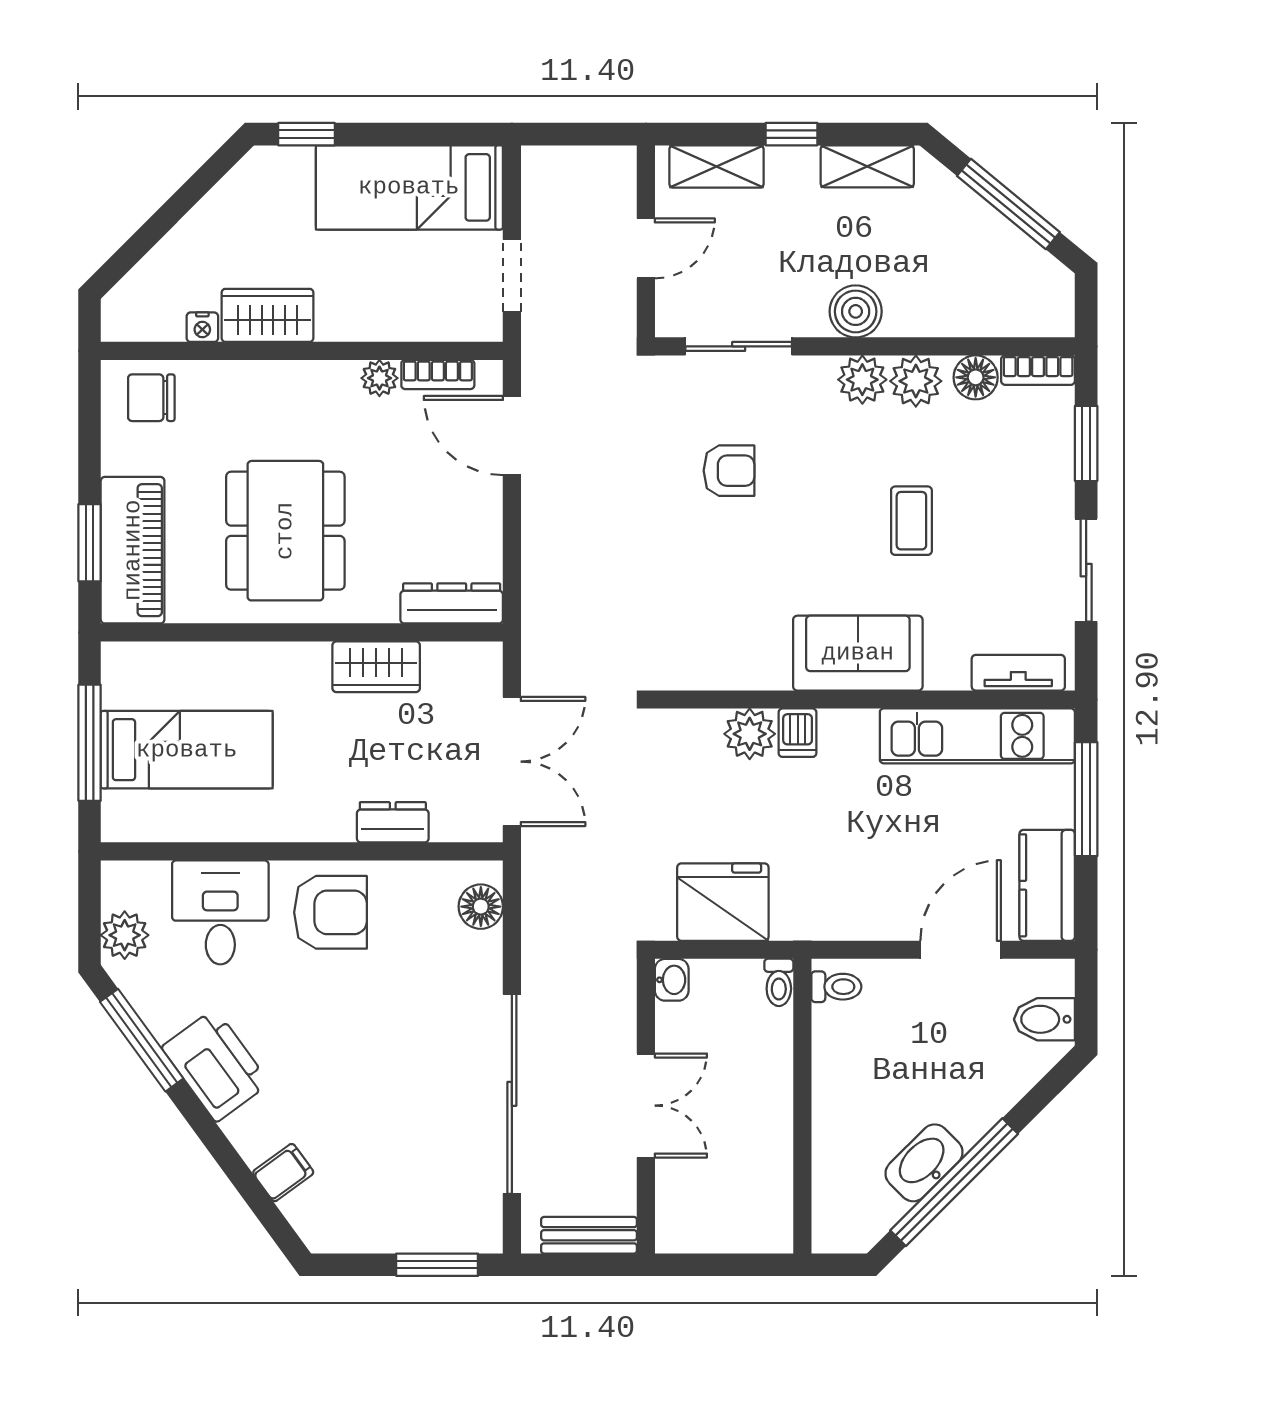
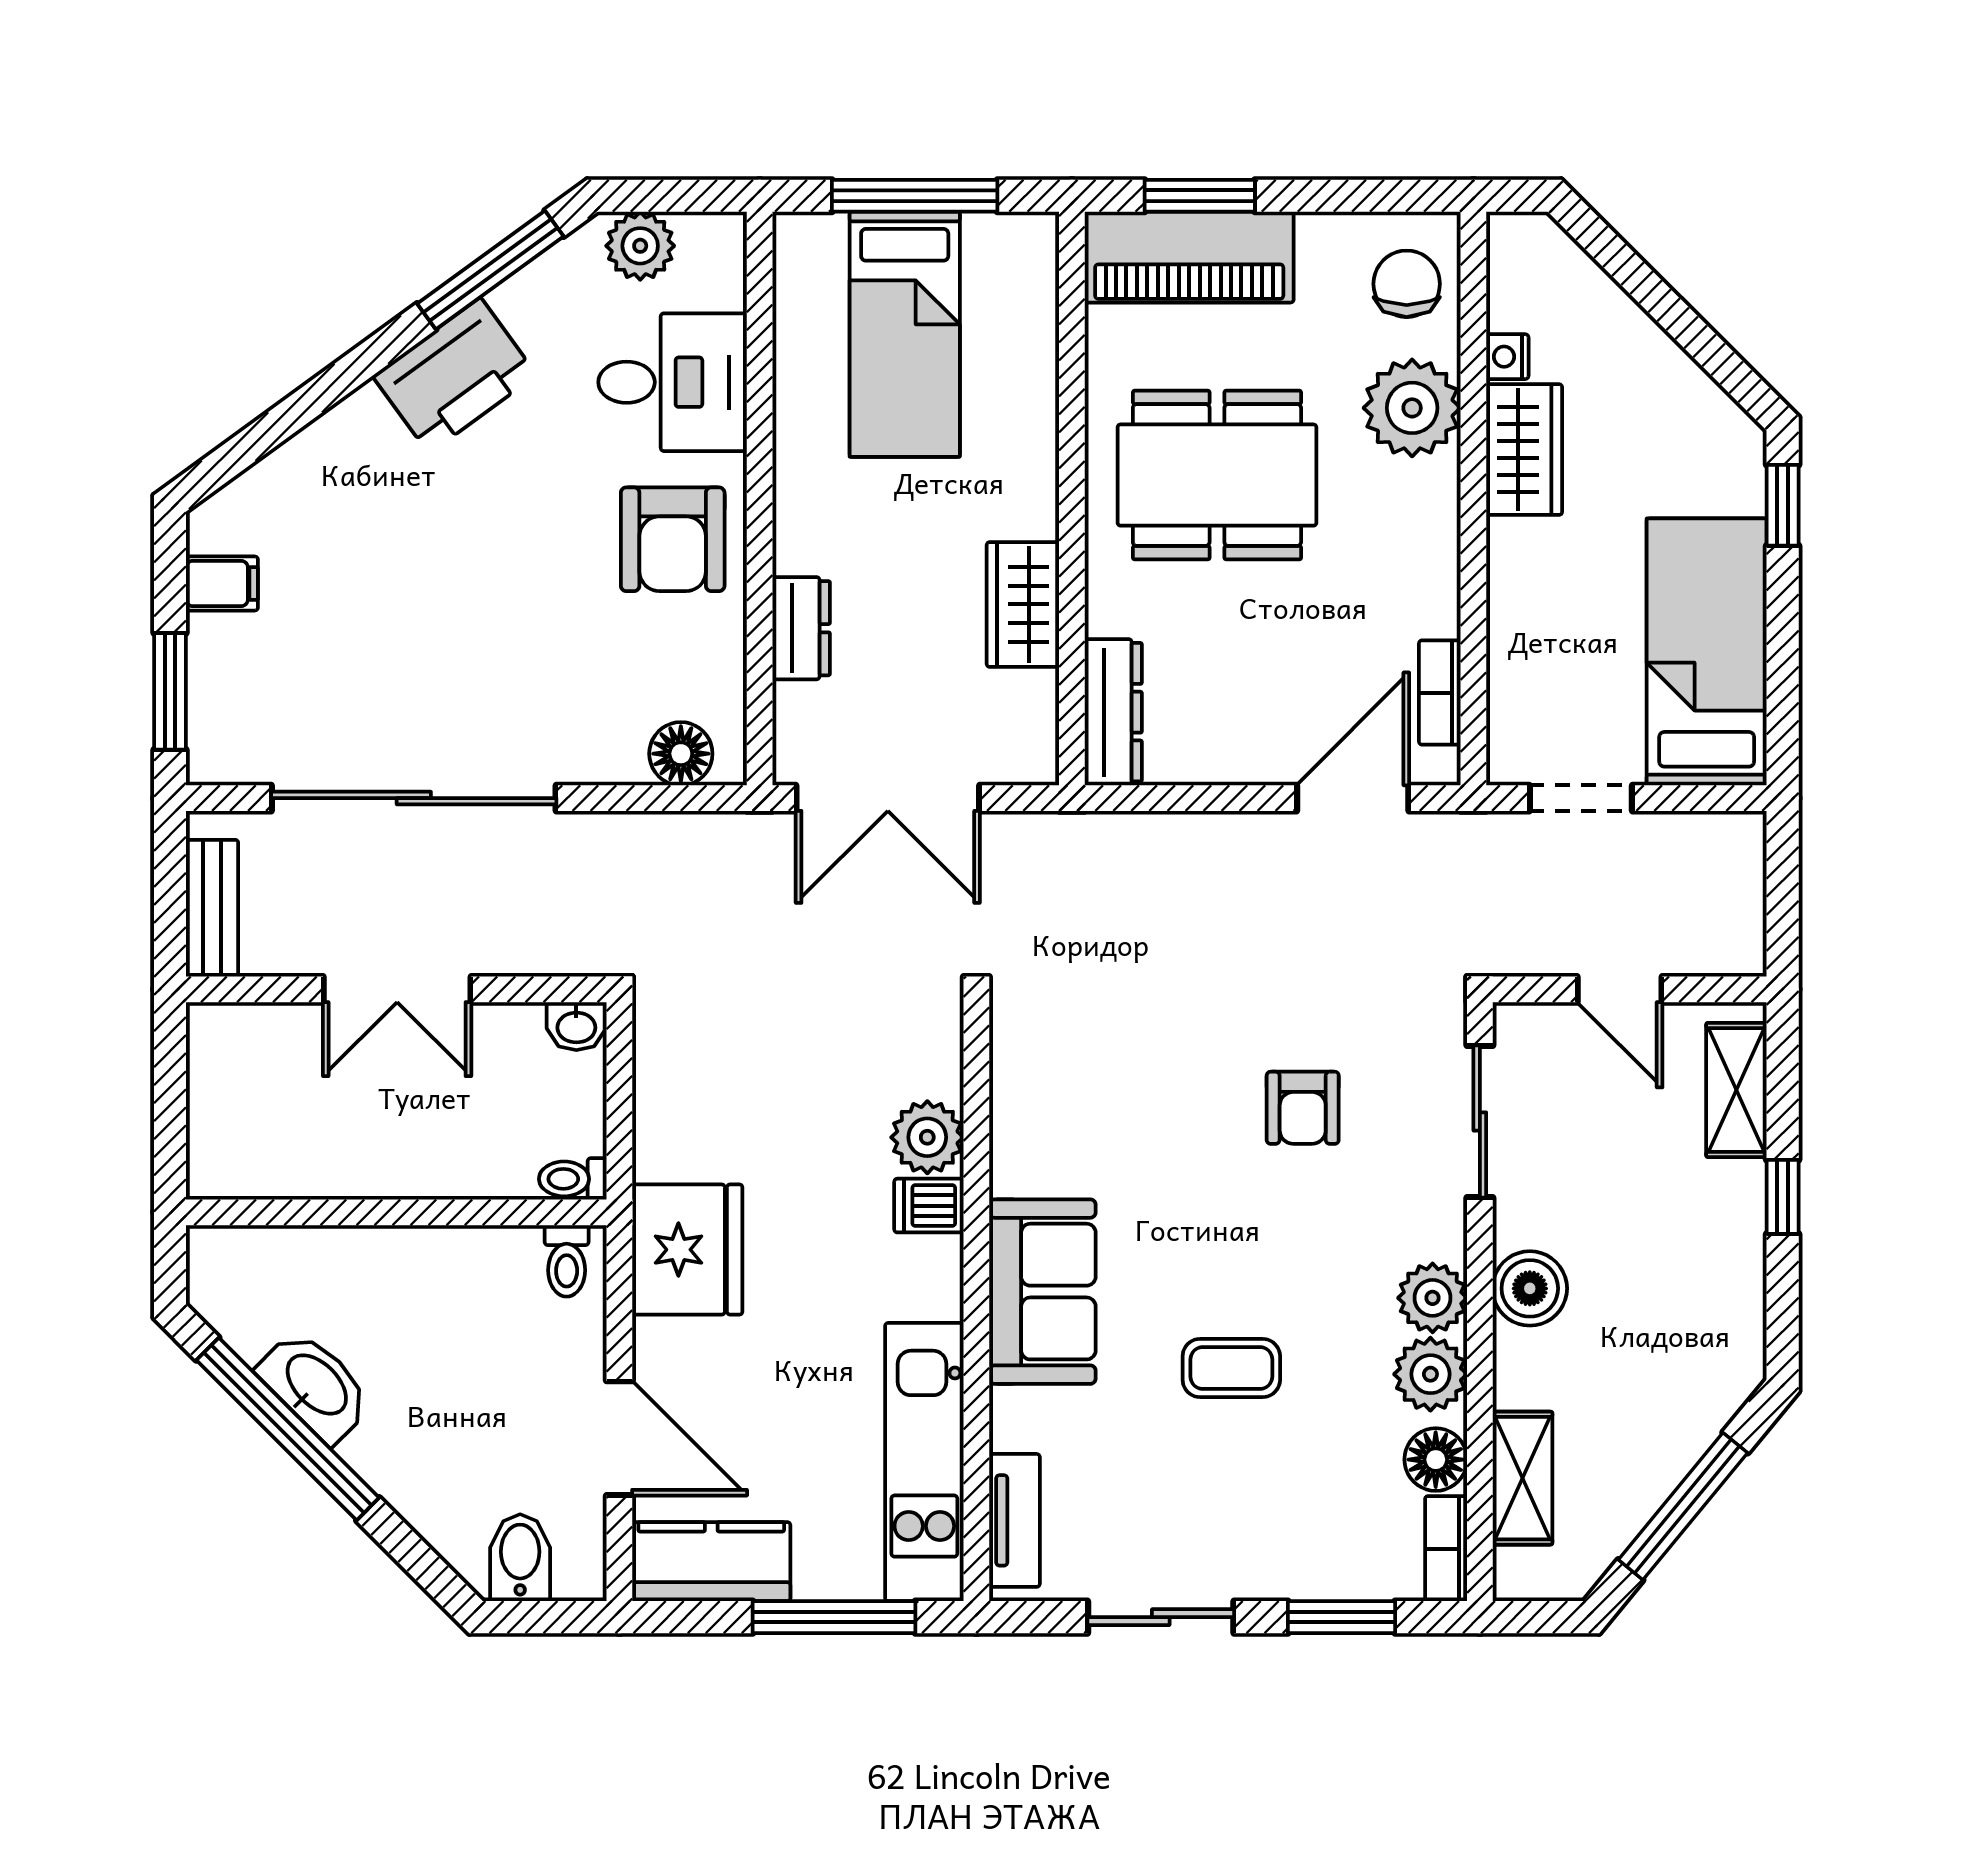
shelving: (867, 166) -> (1523, 1478), moved
plant: (379, 378) -> (1412, 408), moved, width x1.88, depth x1.88
fridge: (723, 902) -> (687, 1250), moved
filing cabinet: (283, 1173) -> (222, 583), moved, turned -54

